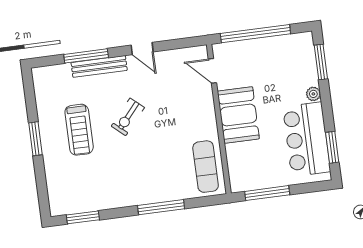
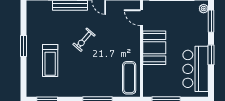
plant: (313, 94) -> (204, 9), moved
treadmill: (79, 130) -> (50, 61), moved
window: (332, 147) -> (211, 55), moved

